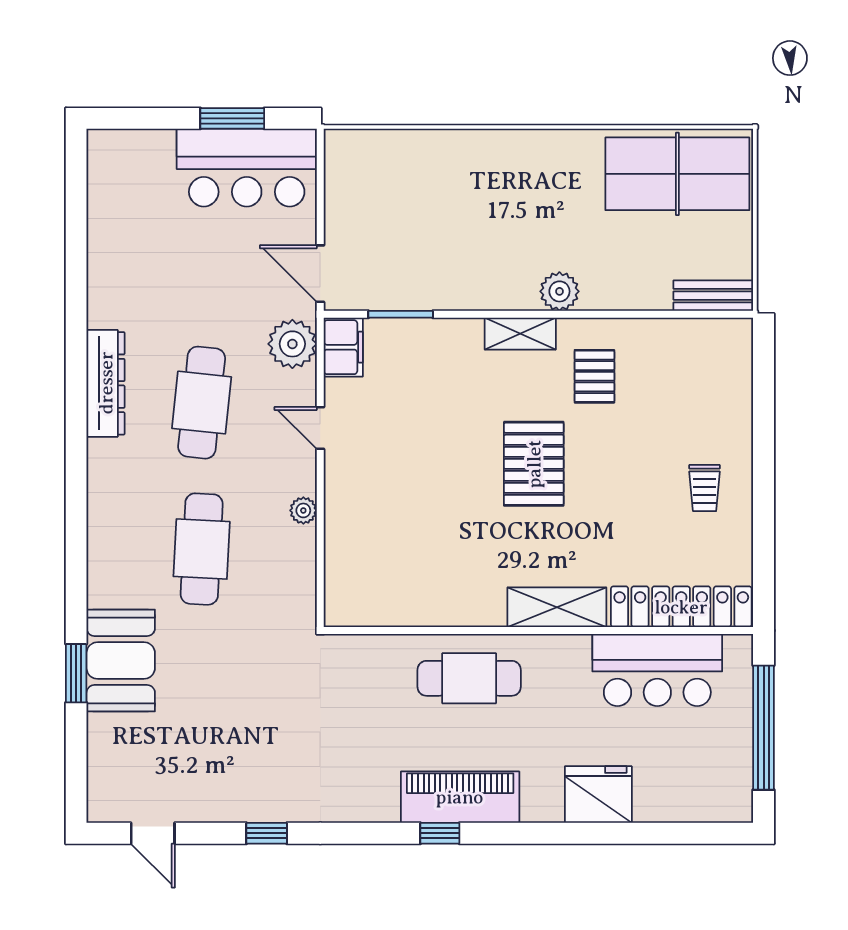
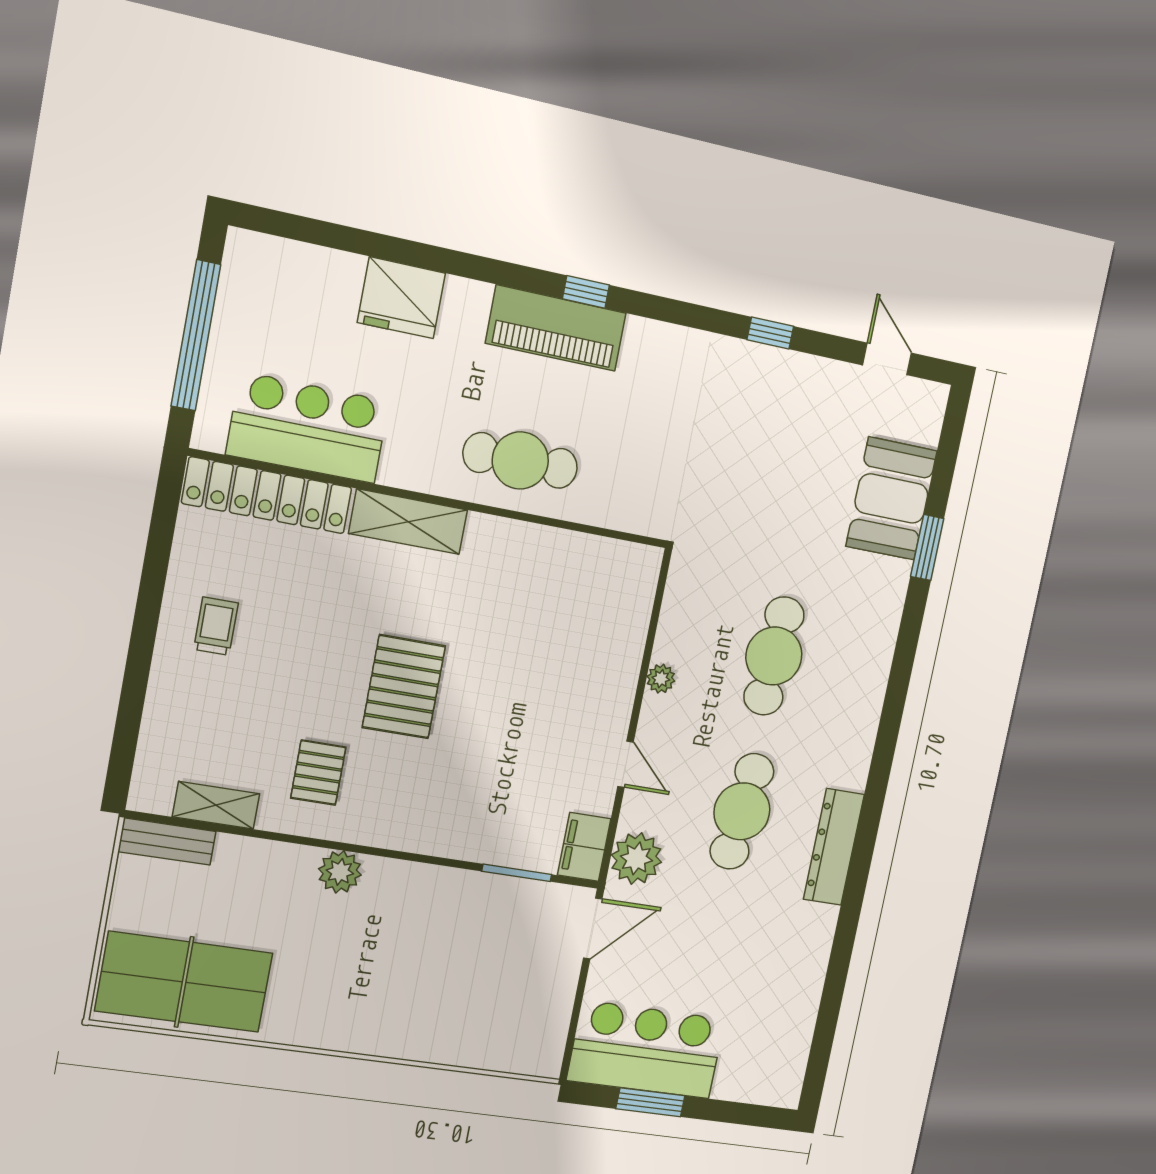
door: (320, 274) -> (593, 929), hinge flipped
shelving: (520, 334) -> (216, 805), moved
booth: (121, 661) -> (891, 498), moved

